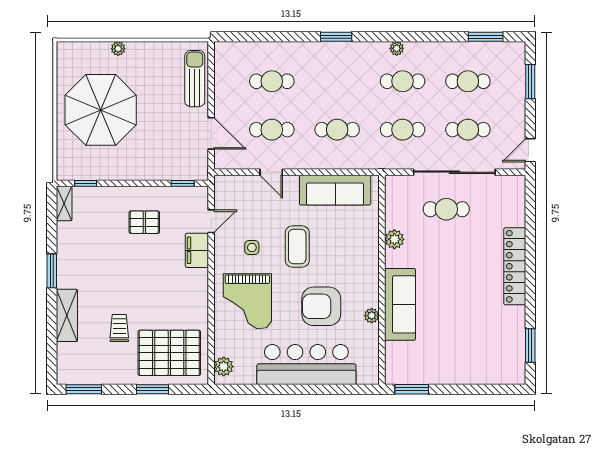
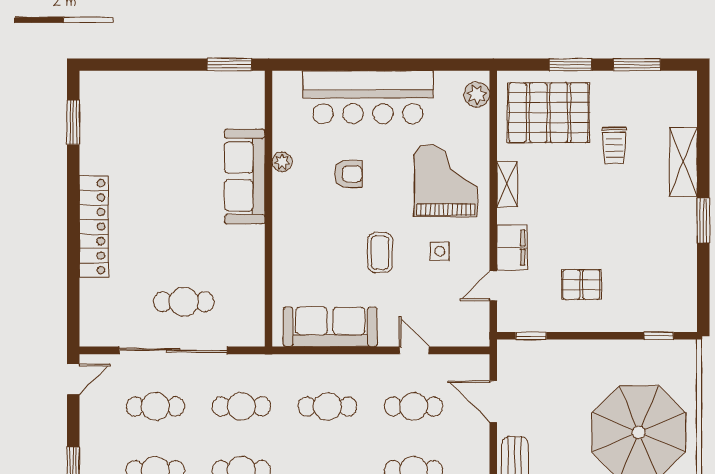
shelving: (64, 204) -> (507, 184), moved
plant: (394, 239) -> (252, 262), removed
coffee table: (297, 247) -> (380, 253), width x0.73, depth x0.77
armchair: (321, 306) -> (348, 174), width x0.53, depth x0.53
window: (84, 389) -> (637, 65), moved

